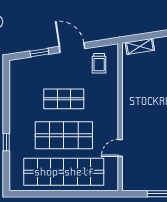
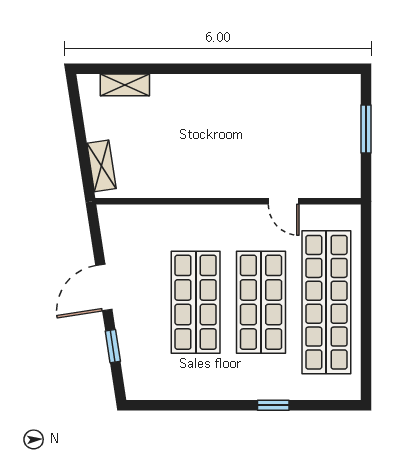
trolley: (99, 63) -> (132, 239), removed
shop shelf: (64, 99) -> (196, 302), width x1.43, depth x1.36

